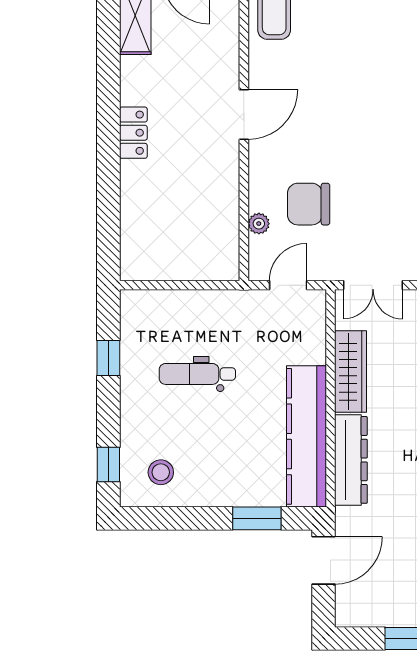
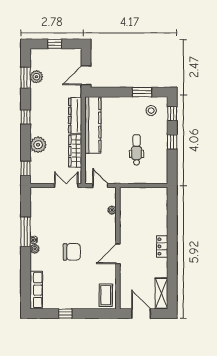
chair: (309, 204) -> (72, 252), moved
door: (288, 285) -> (100, 185), swing flipped
window: (108, 358) -> (172, 142), moved
dental chair: (197, 374) -> (137, 150), turned -90
window: (257, 518) -> (142, 92), moved

